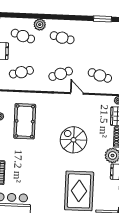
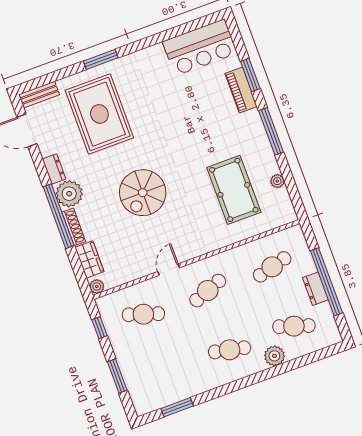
door: (77, 93) -> (169, 270), swing flipped
spiral stairs: (73, 140) -> (143, 193), turned 90

